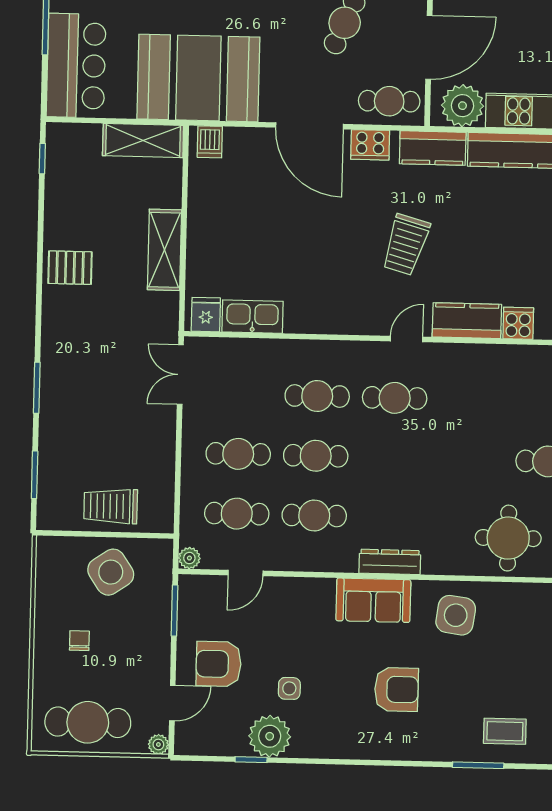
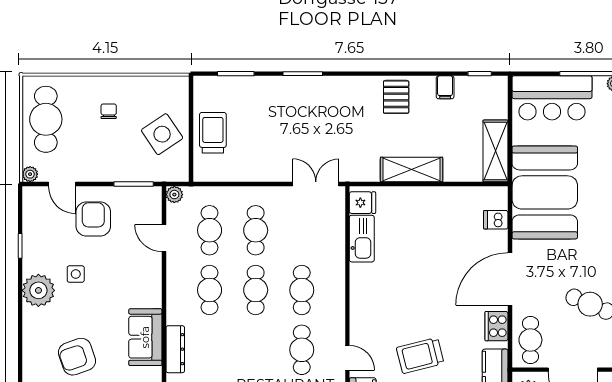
dishwasher: (210, 142) -> (496, 220), moved
filing cabinet: (59, 204) -> (445, 87), added
trolley: (406, 245) -> (420, 356), turned -30
chair: (79, 641) -> (109, 111), turned -90
armchair: (396, 689) -> (77, 357), turned 71
plant: (270, 736) -> (38, 290), moved

